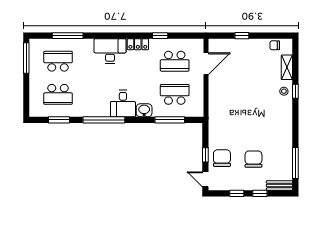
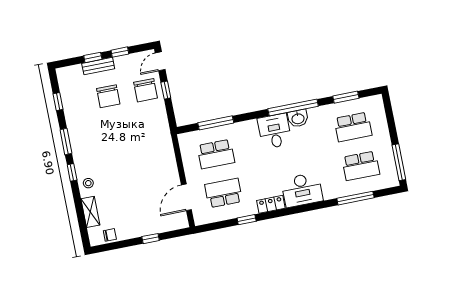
window: (295, 91) -> (72, 172), moved
school desk: (58, 94) -> (353, 127), turned 180
washbasin: (144, 110) -> (298, 118), moved
window: (295, 129) -> (66, 141), added
window: (295, 163) -> (58, 102), width x0.46
door: (205, 179) -> (160, 61), swing flipped
bench: (279, 185) -> (98, 66), moved

